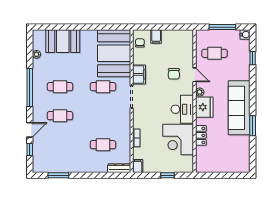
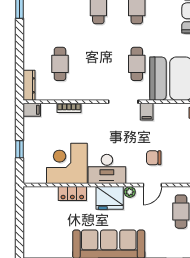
filing cabinet: (139, 74) -> (147, 112), width x0.50

